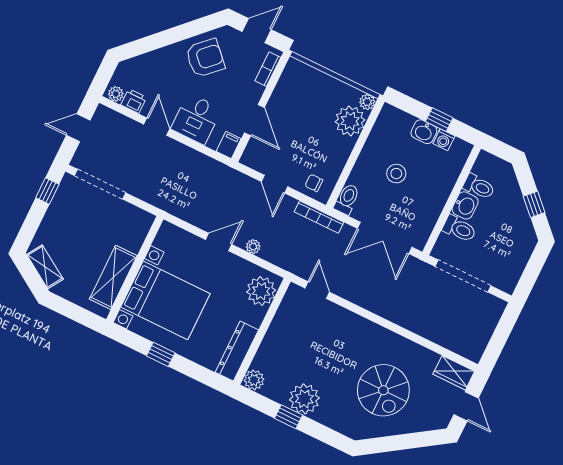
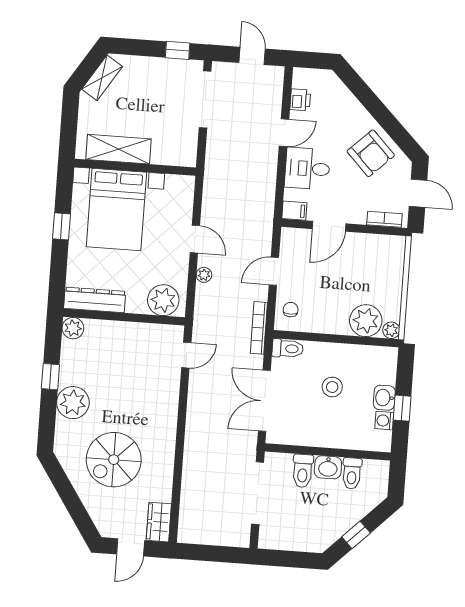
plant: (116, 94) -> (300, 79), removed
plant: (304, 399) -> (73, 403), moved

